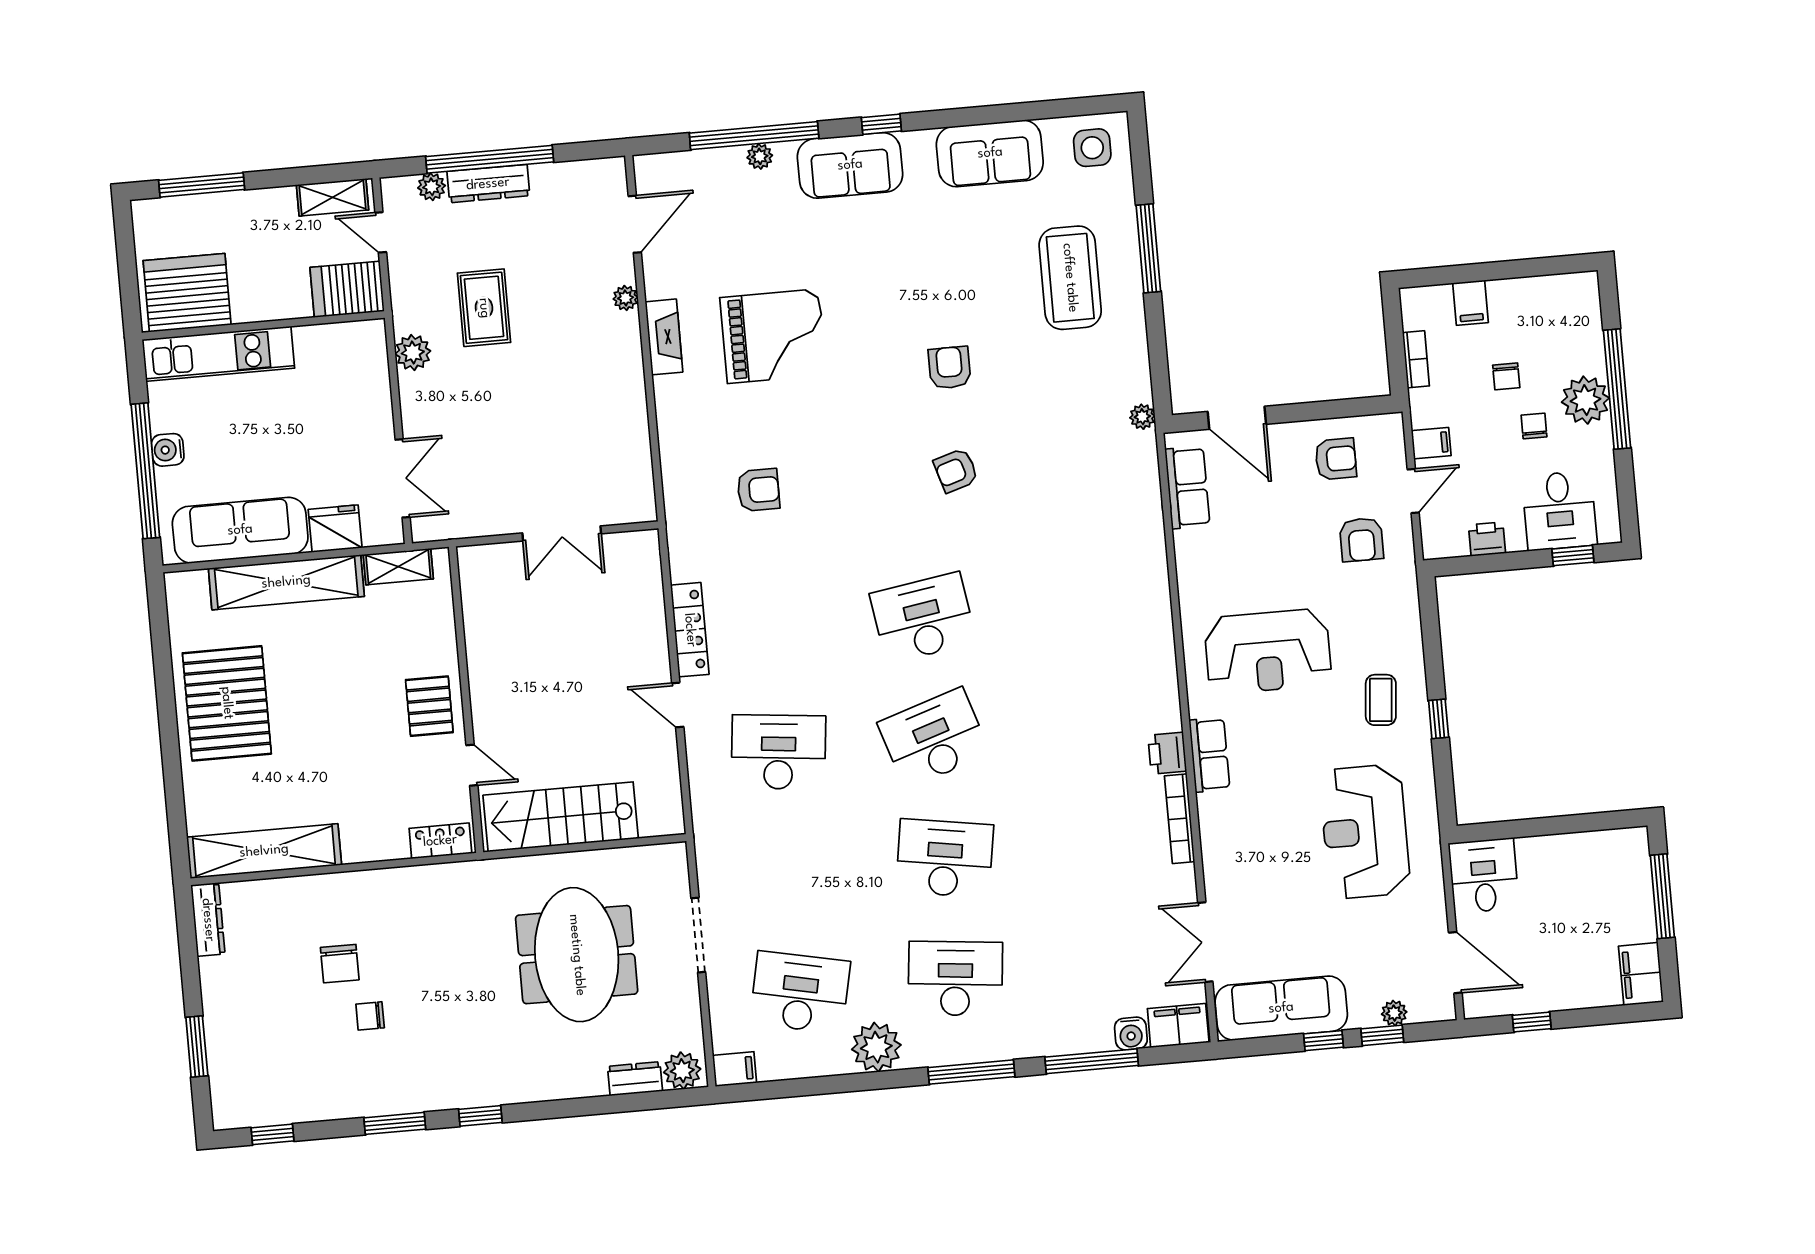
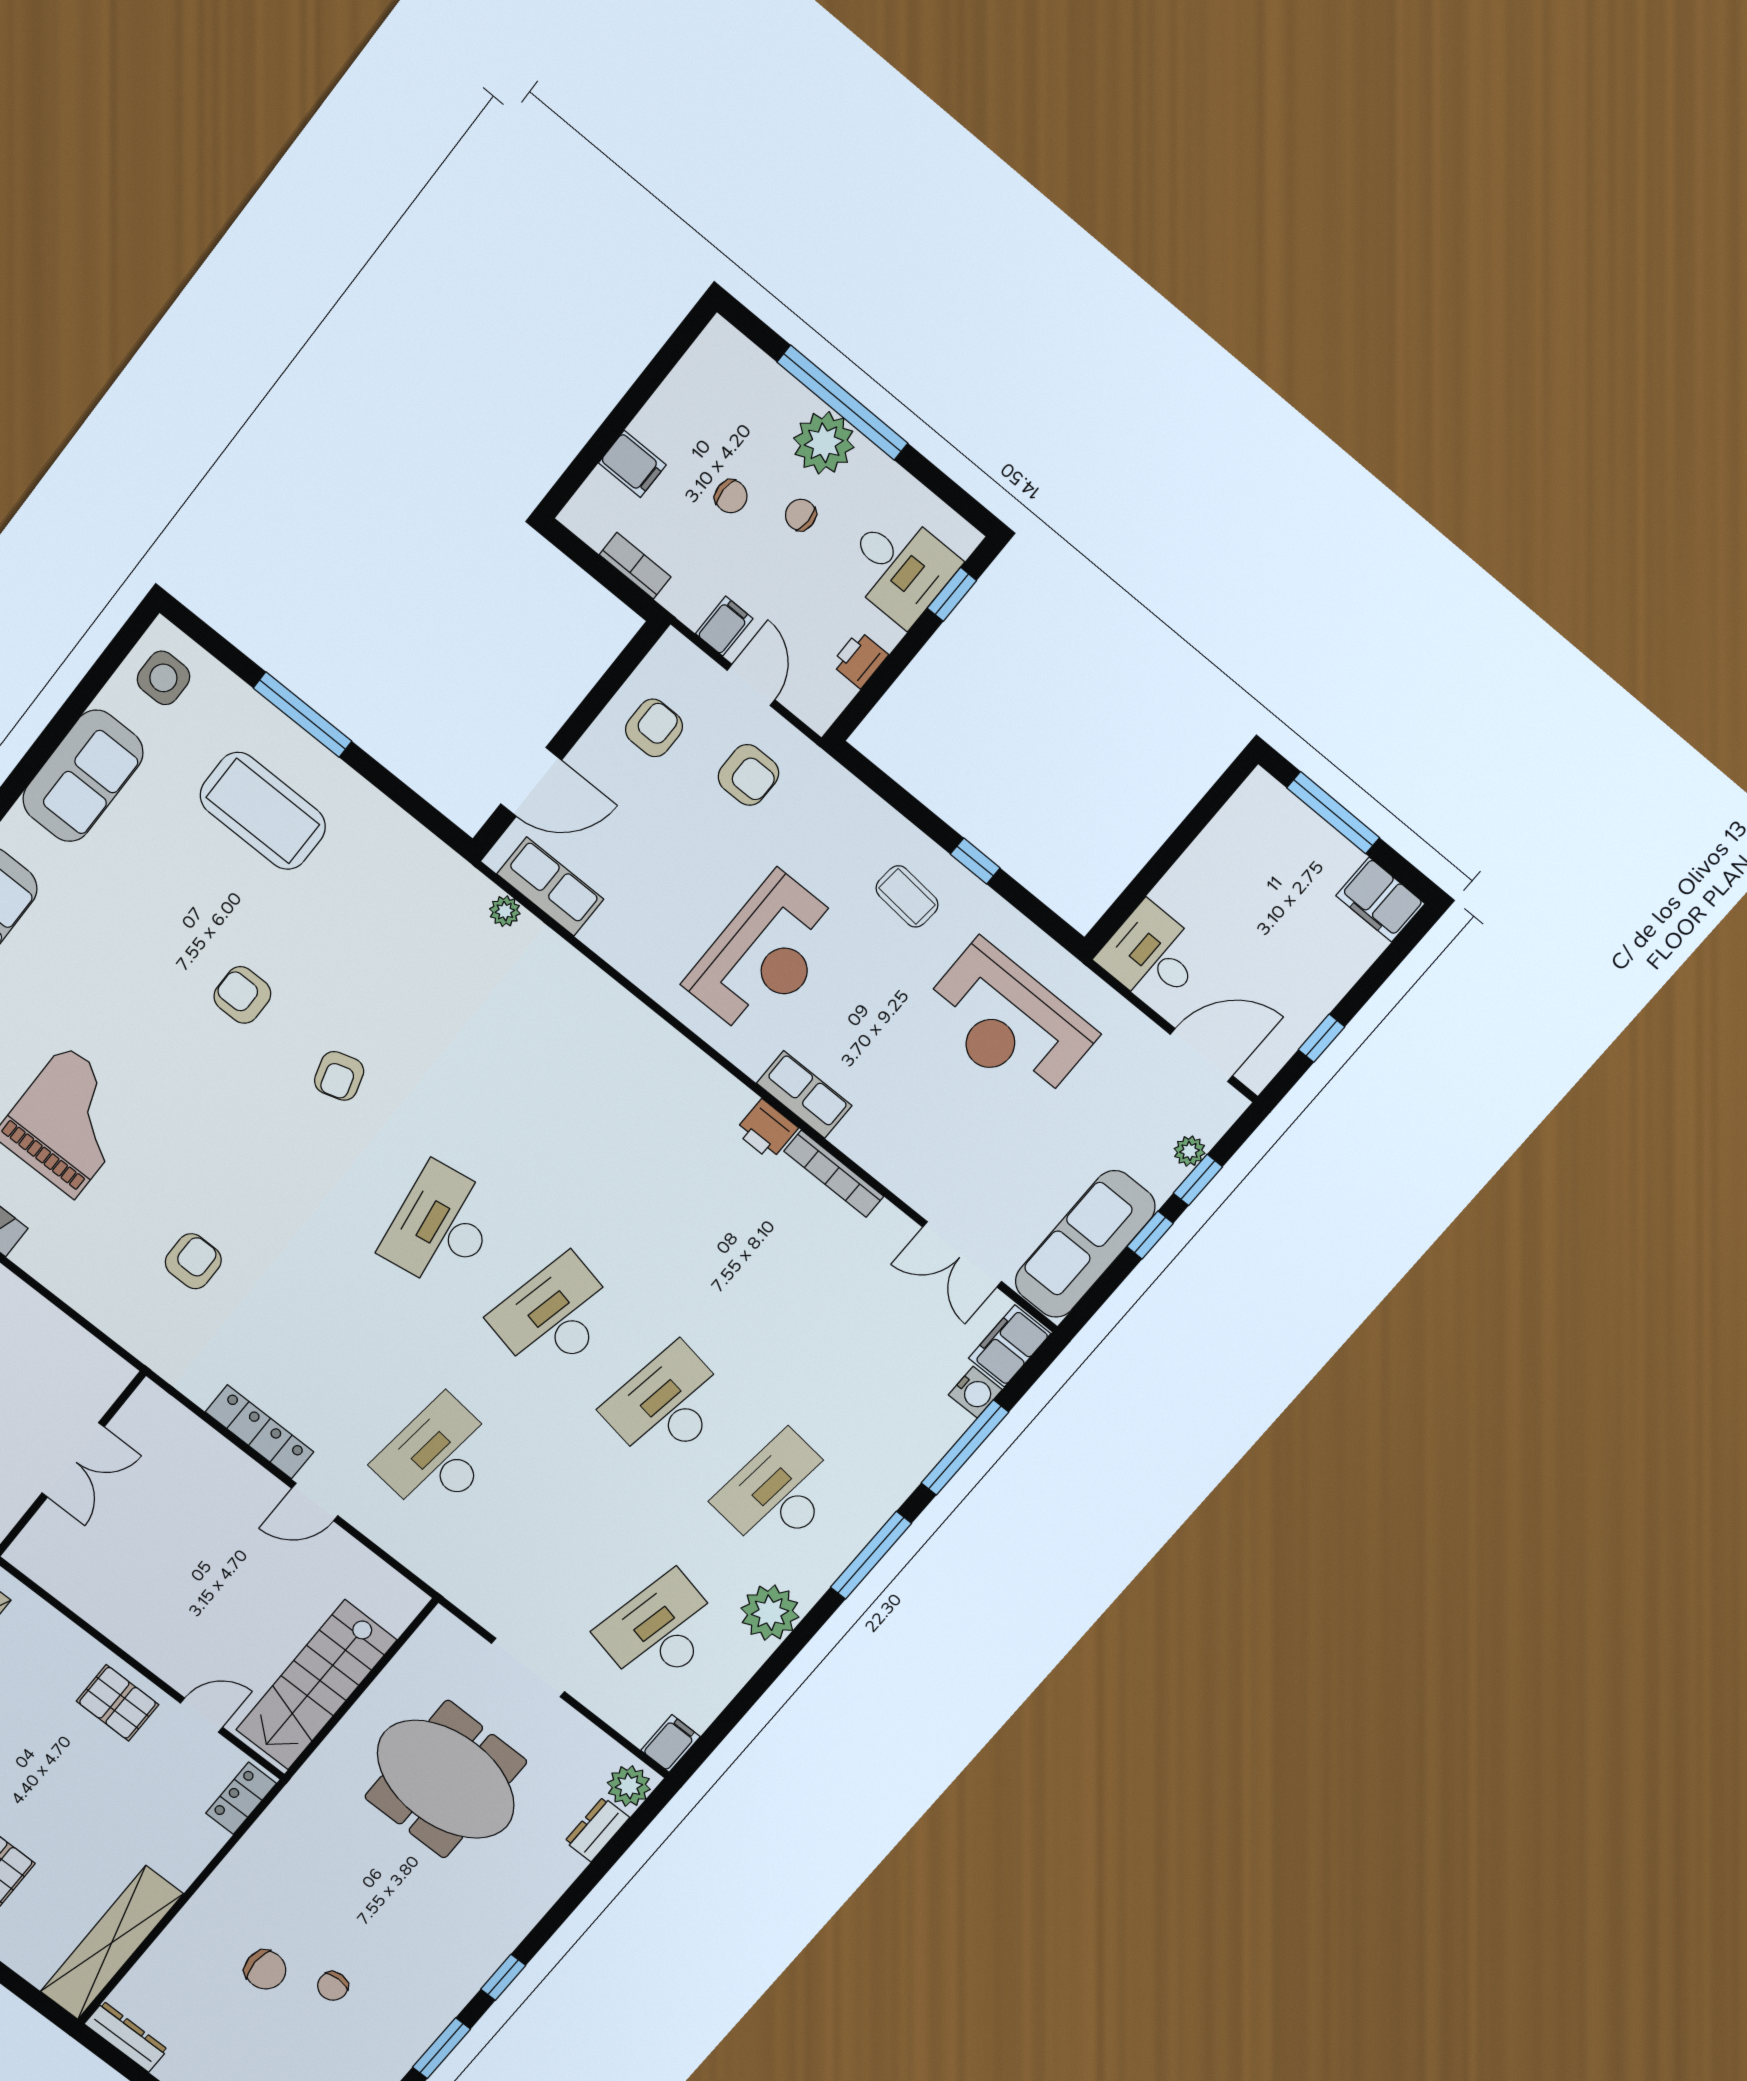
plant: (1142, 417) -> (505, 911), moved
desk: (934, 738) -> (555, 1316), turned 30

